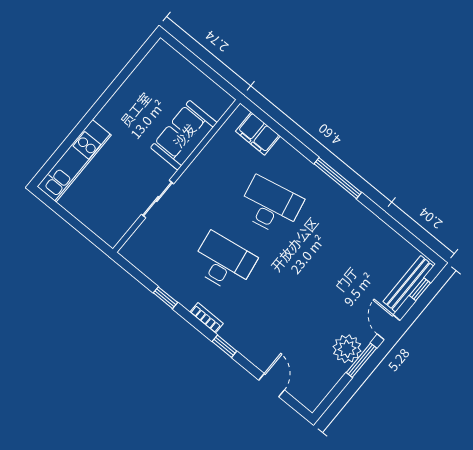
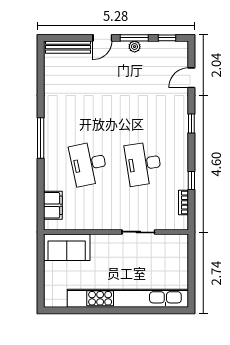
sofa: (184, 135) -> (67, 247), moved
kitchen unit: (74, 161) -> (128, 298), width x1.86
window: (420, 289) -> (167, 38), moved
bookcase: (207, 318) -> (183, 202), moved
plant: (347, 349) -> (135, 47), width x0.53, depth x0.53

